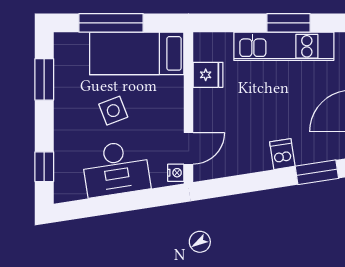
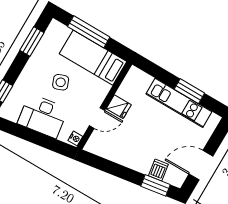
fridge: (208, 75) -> (119, 107), moved
door: (189, 148) -> (97, 118), moved
dishwasher: (282, 154) -> (158, 170), moved

